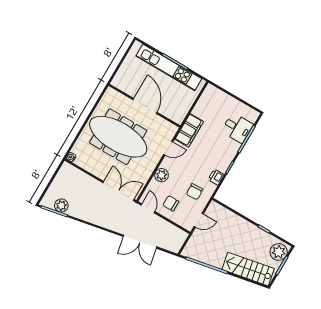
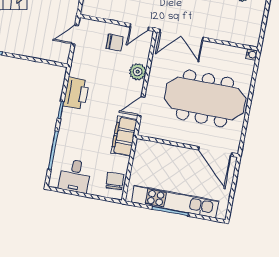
door: (145, 106) -> (215, 151), moved
desk: (237, 128) -> (75, 176), moved, turned -90
printer: (216, 177) -> (76, 93), width x1.87, depth x1.48
chair: (195, 192) -> (115, 181), moved
door: (148, 208) -> (139, 27), hinge flipped

